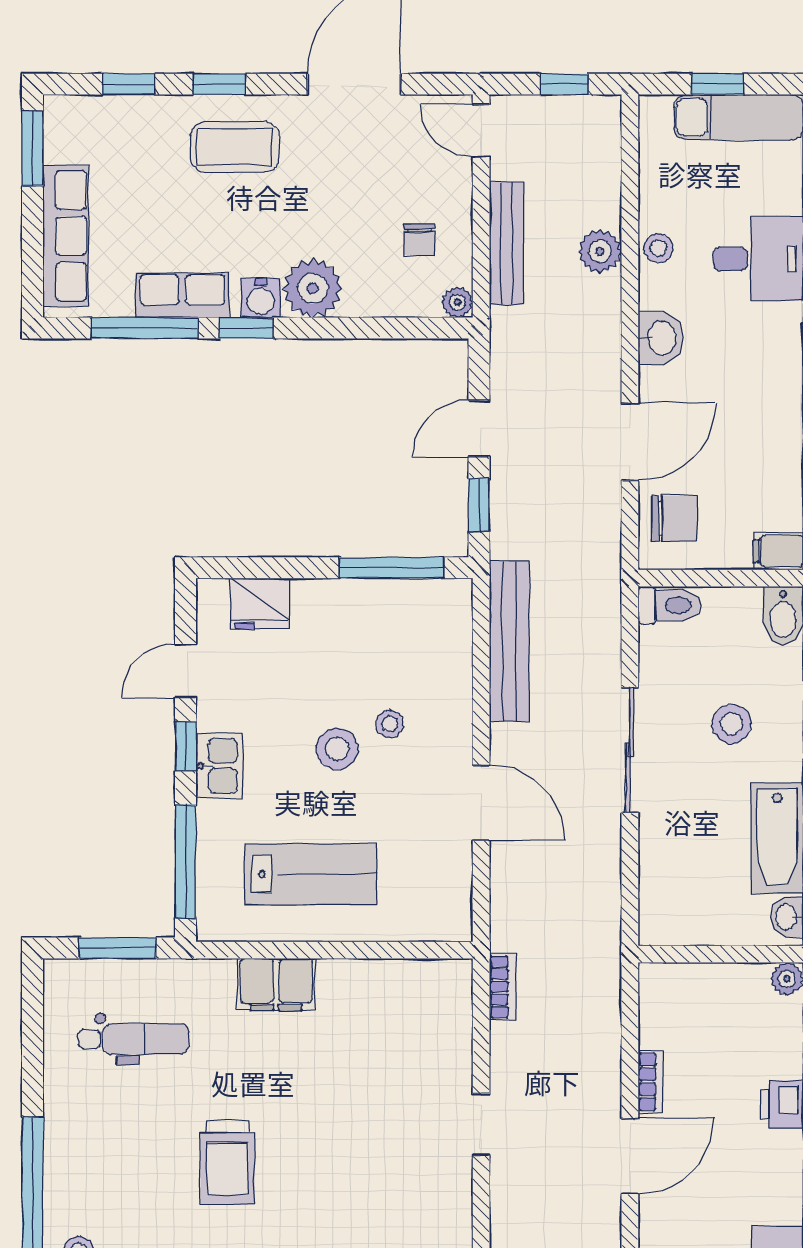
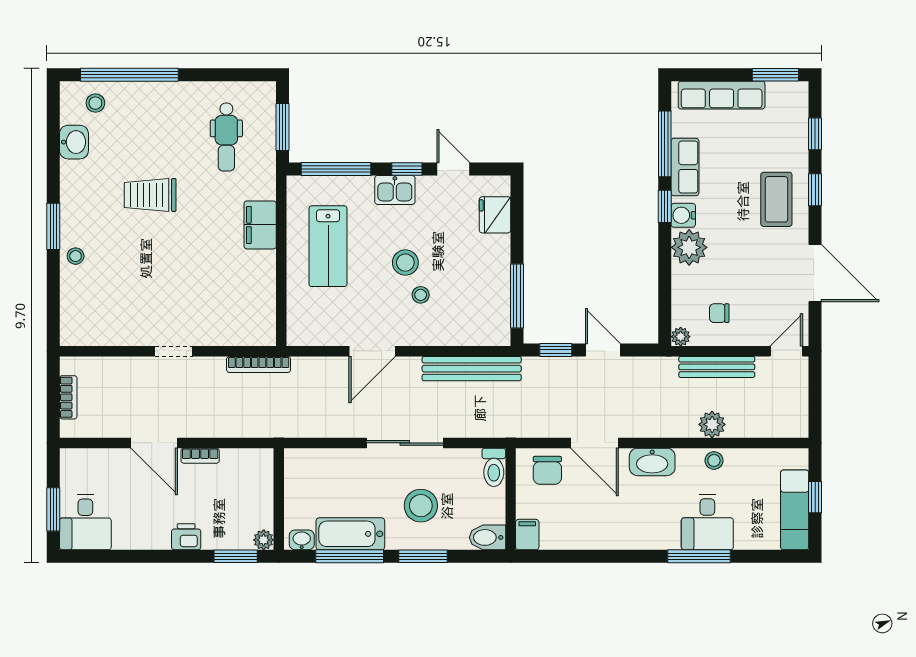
window: (564, 84) -> (815, 402), removed
washbasin: (661, 338) -> (652, 462), width x1.38
stool: (731, 724) -> (421, 506), width x1.38, depth x1.38
bookcase: (503, 987) -> (259, 364), width x1.56

